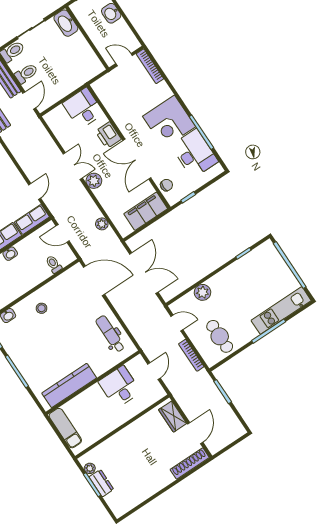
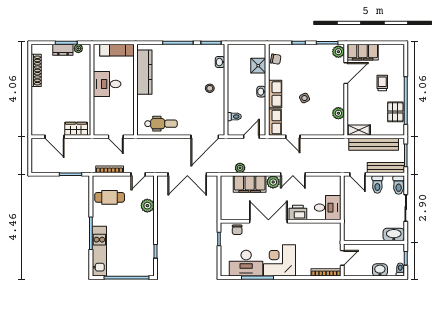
filing cabinet: (146, 211) -> (250, 184), moved, turned 90
desk: (120, 387) -> (107, 84), moved, turned 180
shoe rack: (190, 464) -> (36, 70), moved

